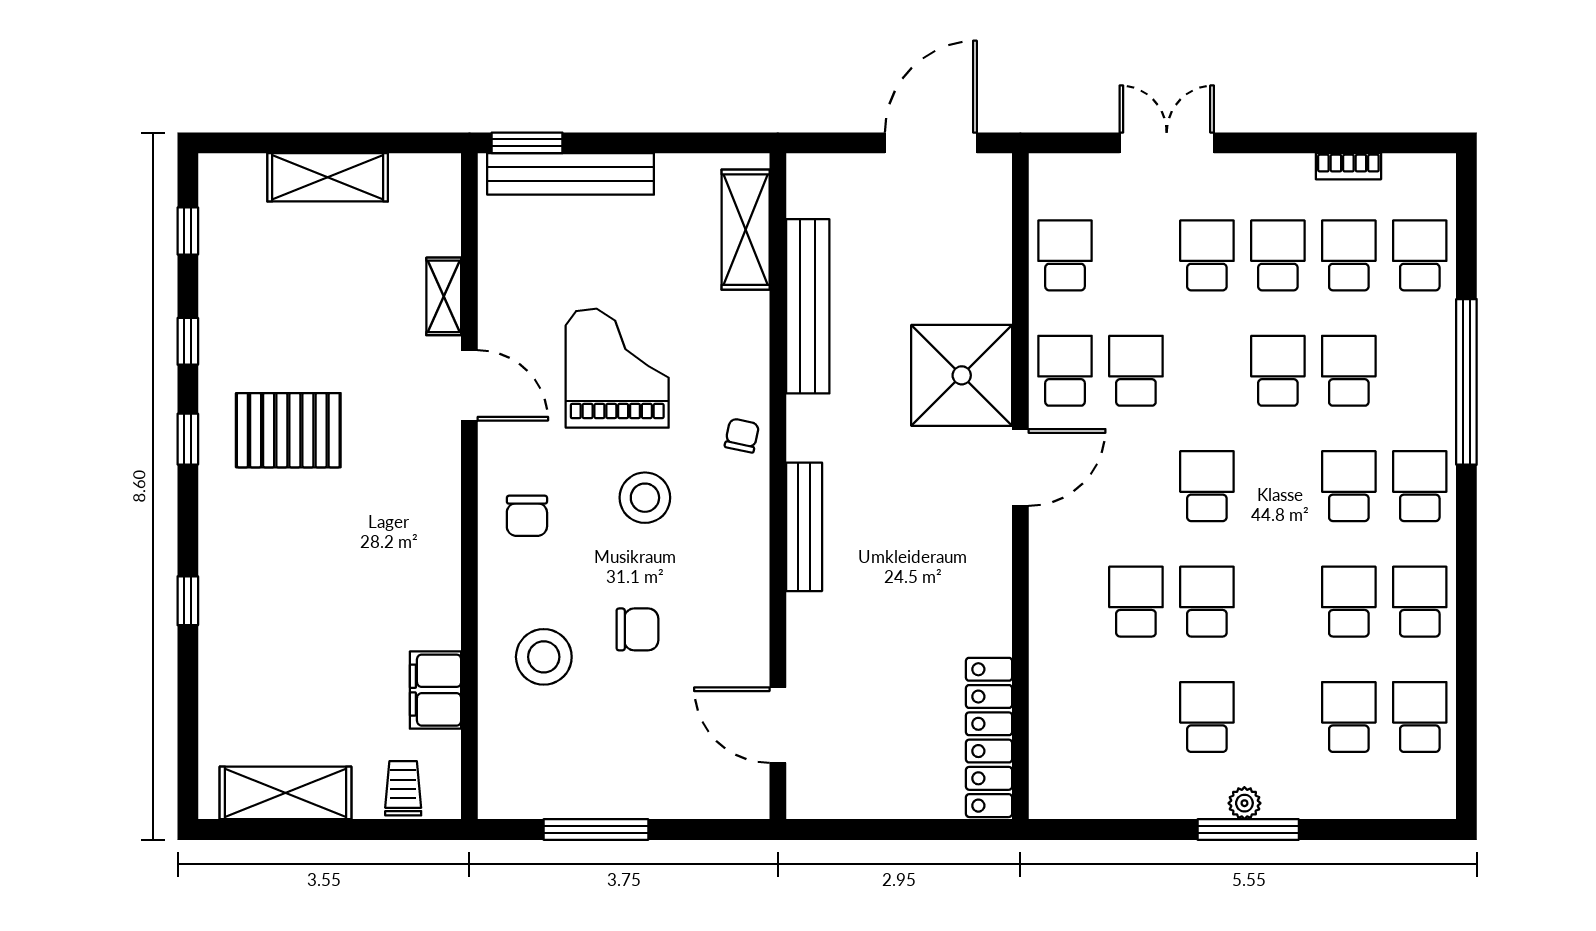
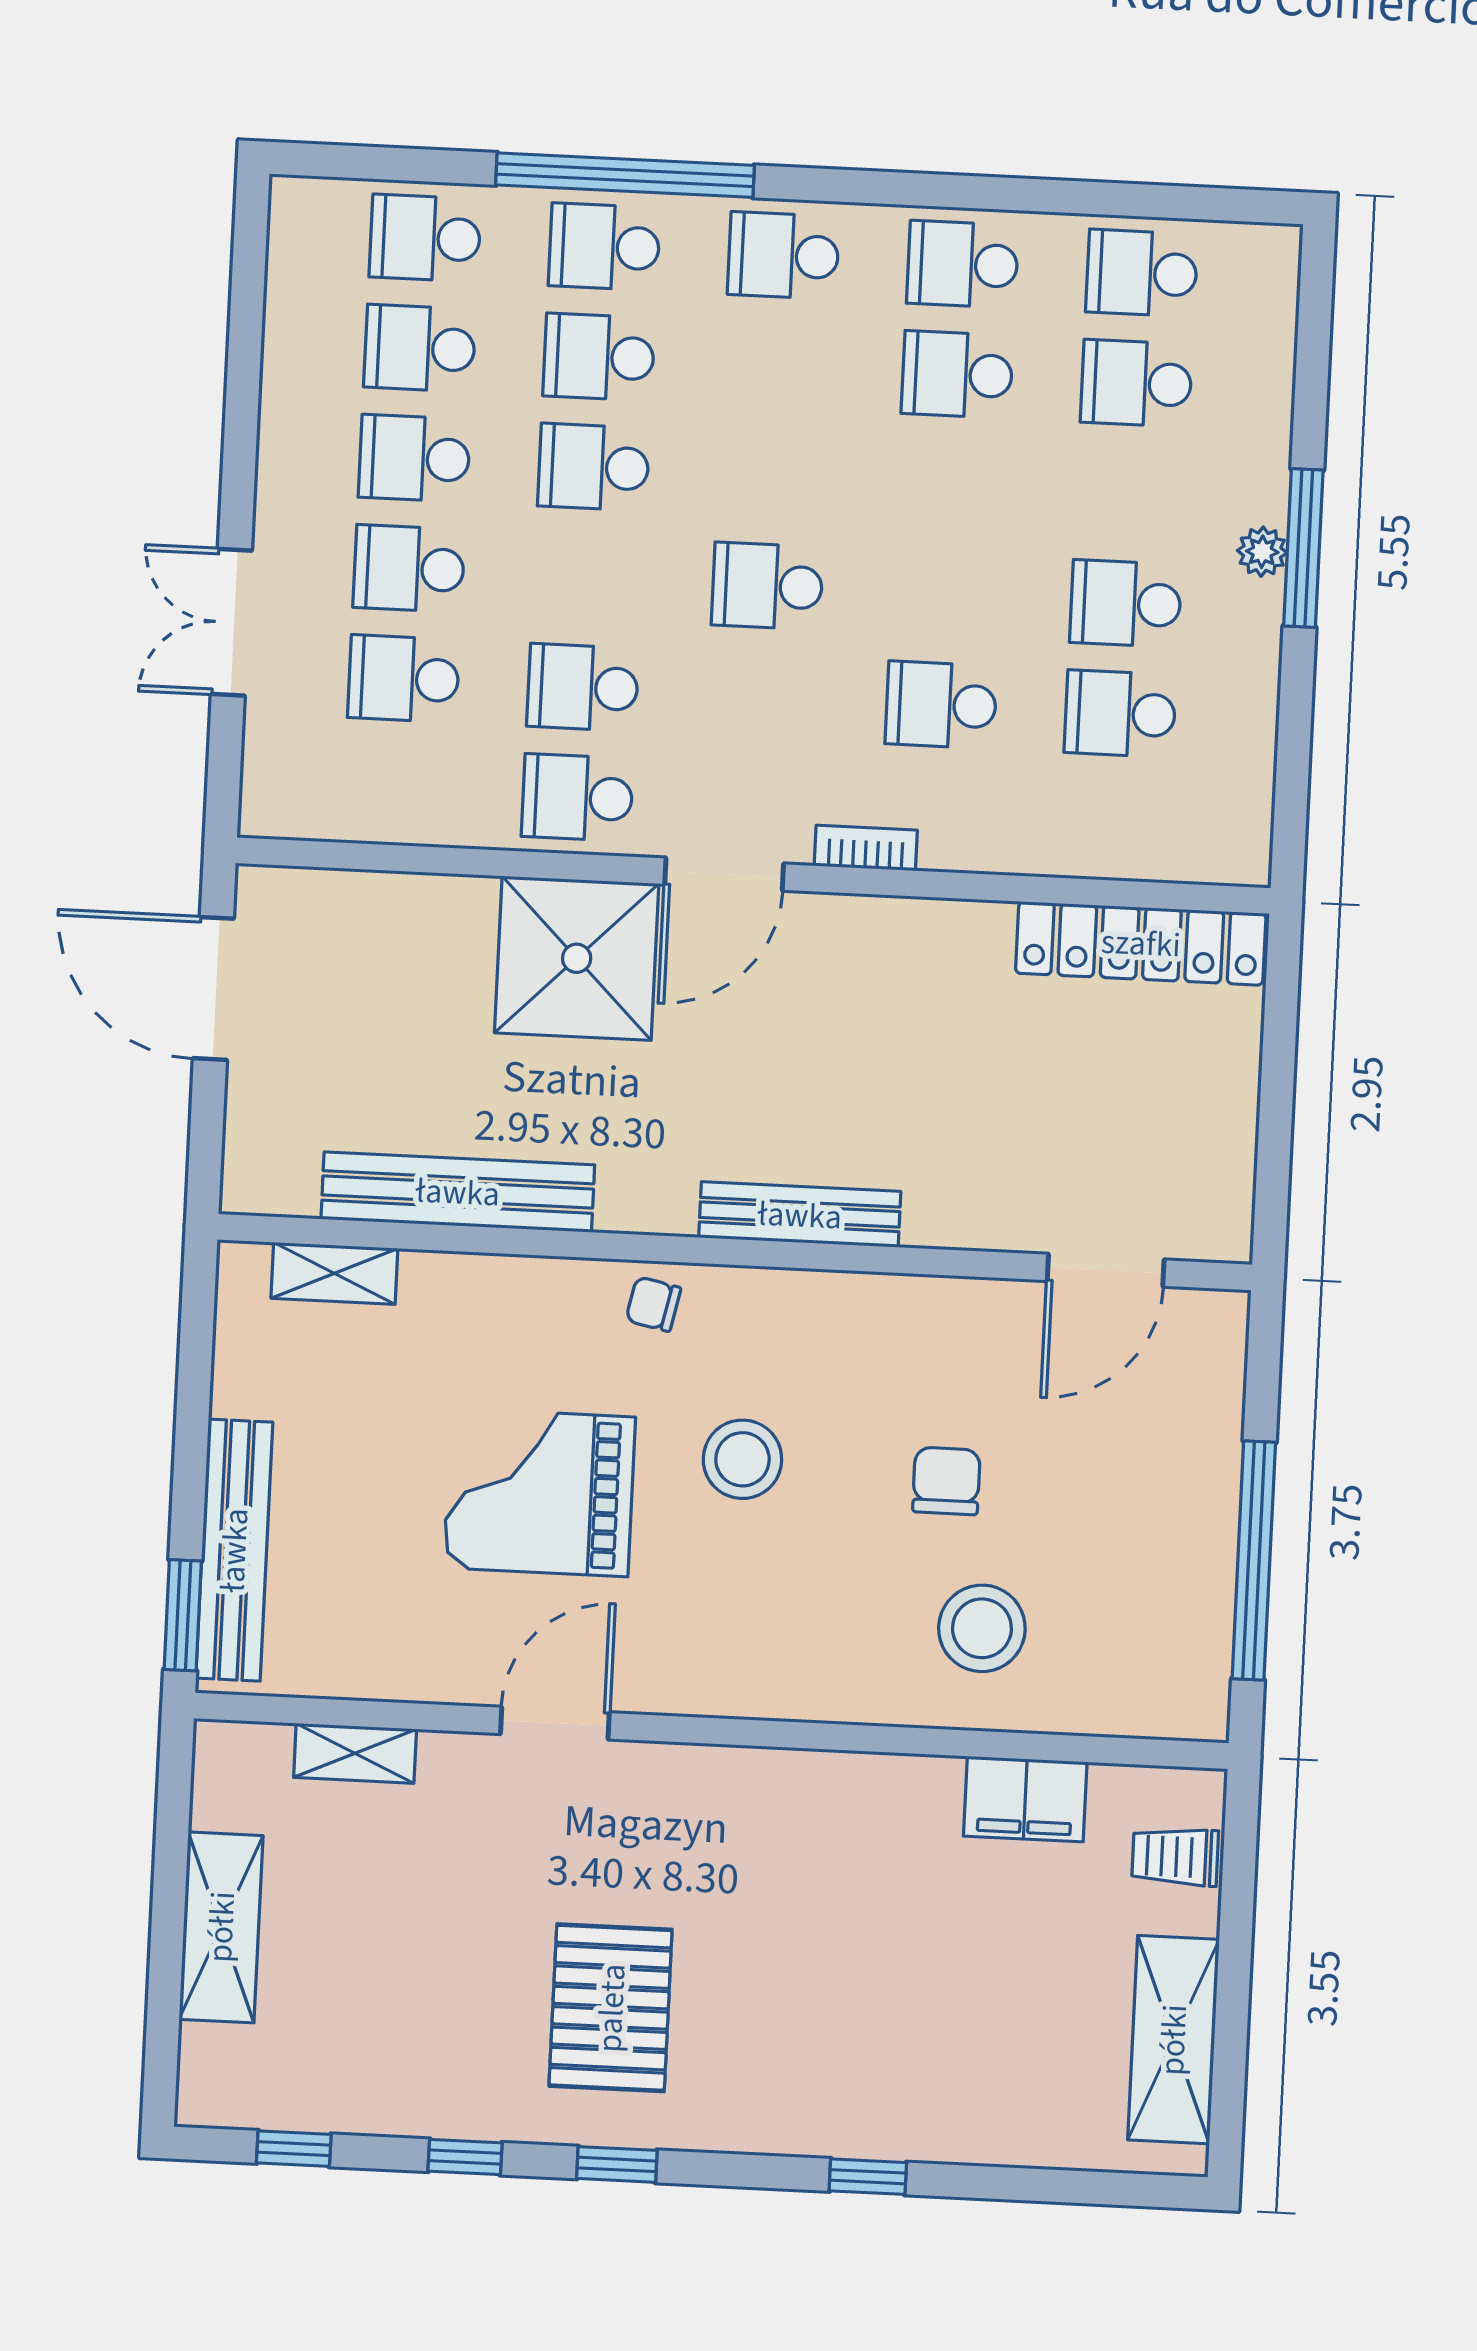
bookcase: (1348, 166) -> (866, 848), moved, turned -90
shelving: (746, 230) -> (334, 1273), width x0.67, depth x0.75
school desk: (1065, 255) -> (404, 679), moved
shelving: (444, 296) -> (355, 1753), moved
door: (1020, 468) -> (724, 874), swing flipped
school desk: (1349, 486) -> (604, 247), moved
chair: (527, 516) -> (762, 1644), removed
school desk: (1207, 602) -> (1120, 714), moved
window: (596, 829) -> (1254, 1561), width x1.46

